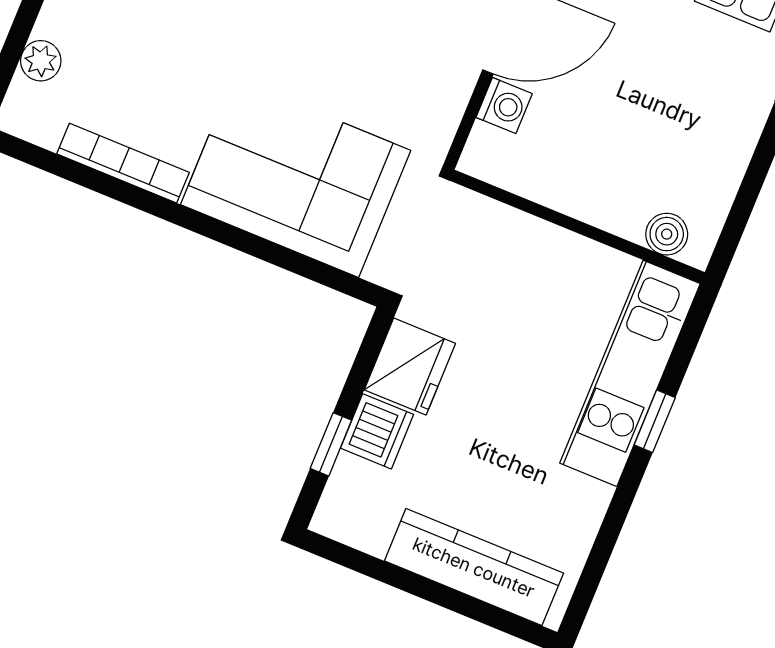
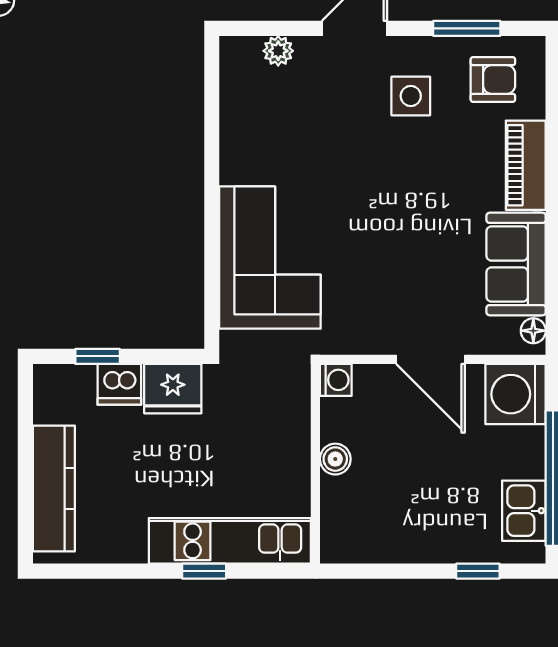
washing machine: (504, 106) -> (336, 380), moved, turned -90
bookcase: (123, 163) -> (231, 136), removed
boiler: (667, 234) -> (335, 459), moved

